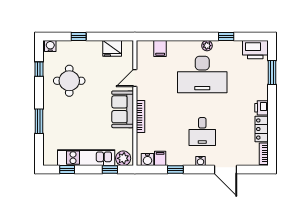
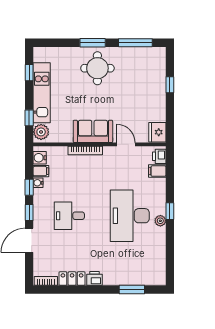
window: (226, 37) -> (170, 211), moved
water cooler: (50, 46) -> (160, 55), removed
fridge: (112, 48) -> (157, 132), moved
printer: (255, 50) -> (159, 156), moved, width x0.53, depth x0.68
window: (39, 69) -> (135, 43), width x2.17
round table: (69, 81) -> (97, 68), moved
window: (39, 121) -> (93, 43), moved
water cooler: (201, 161) -> (38, 183), moved
window: (199, 170) -> (29, 213), added

